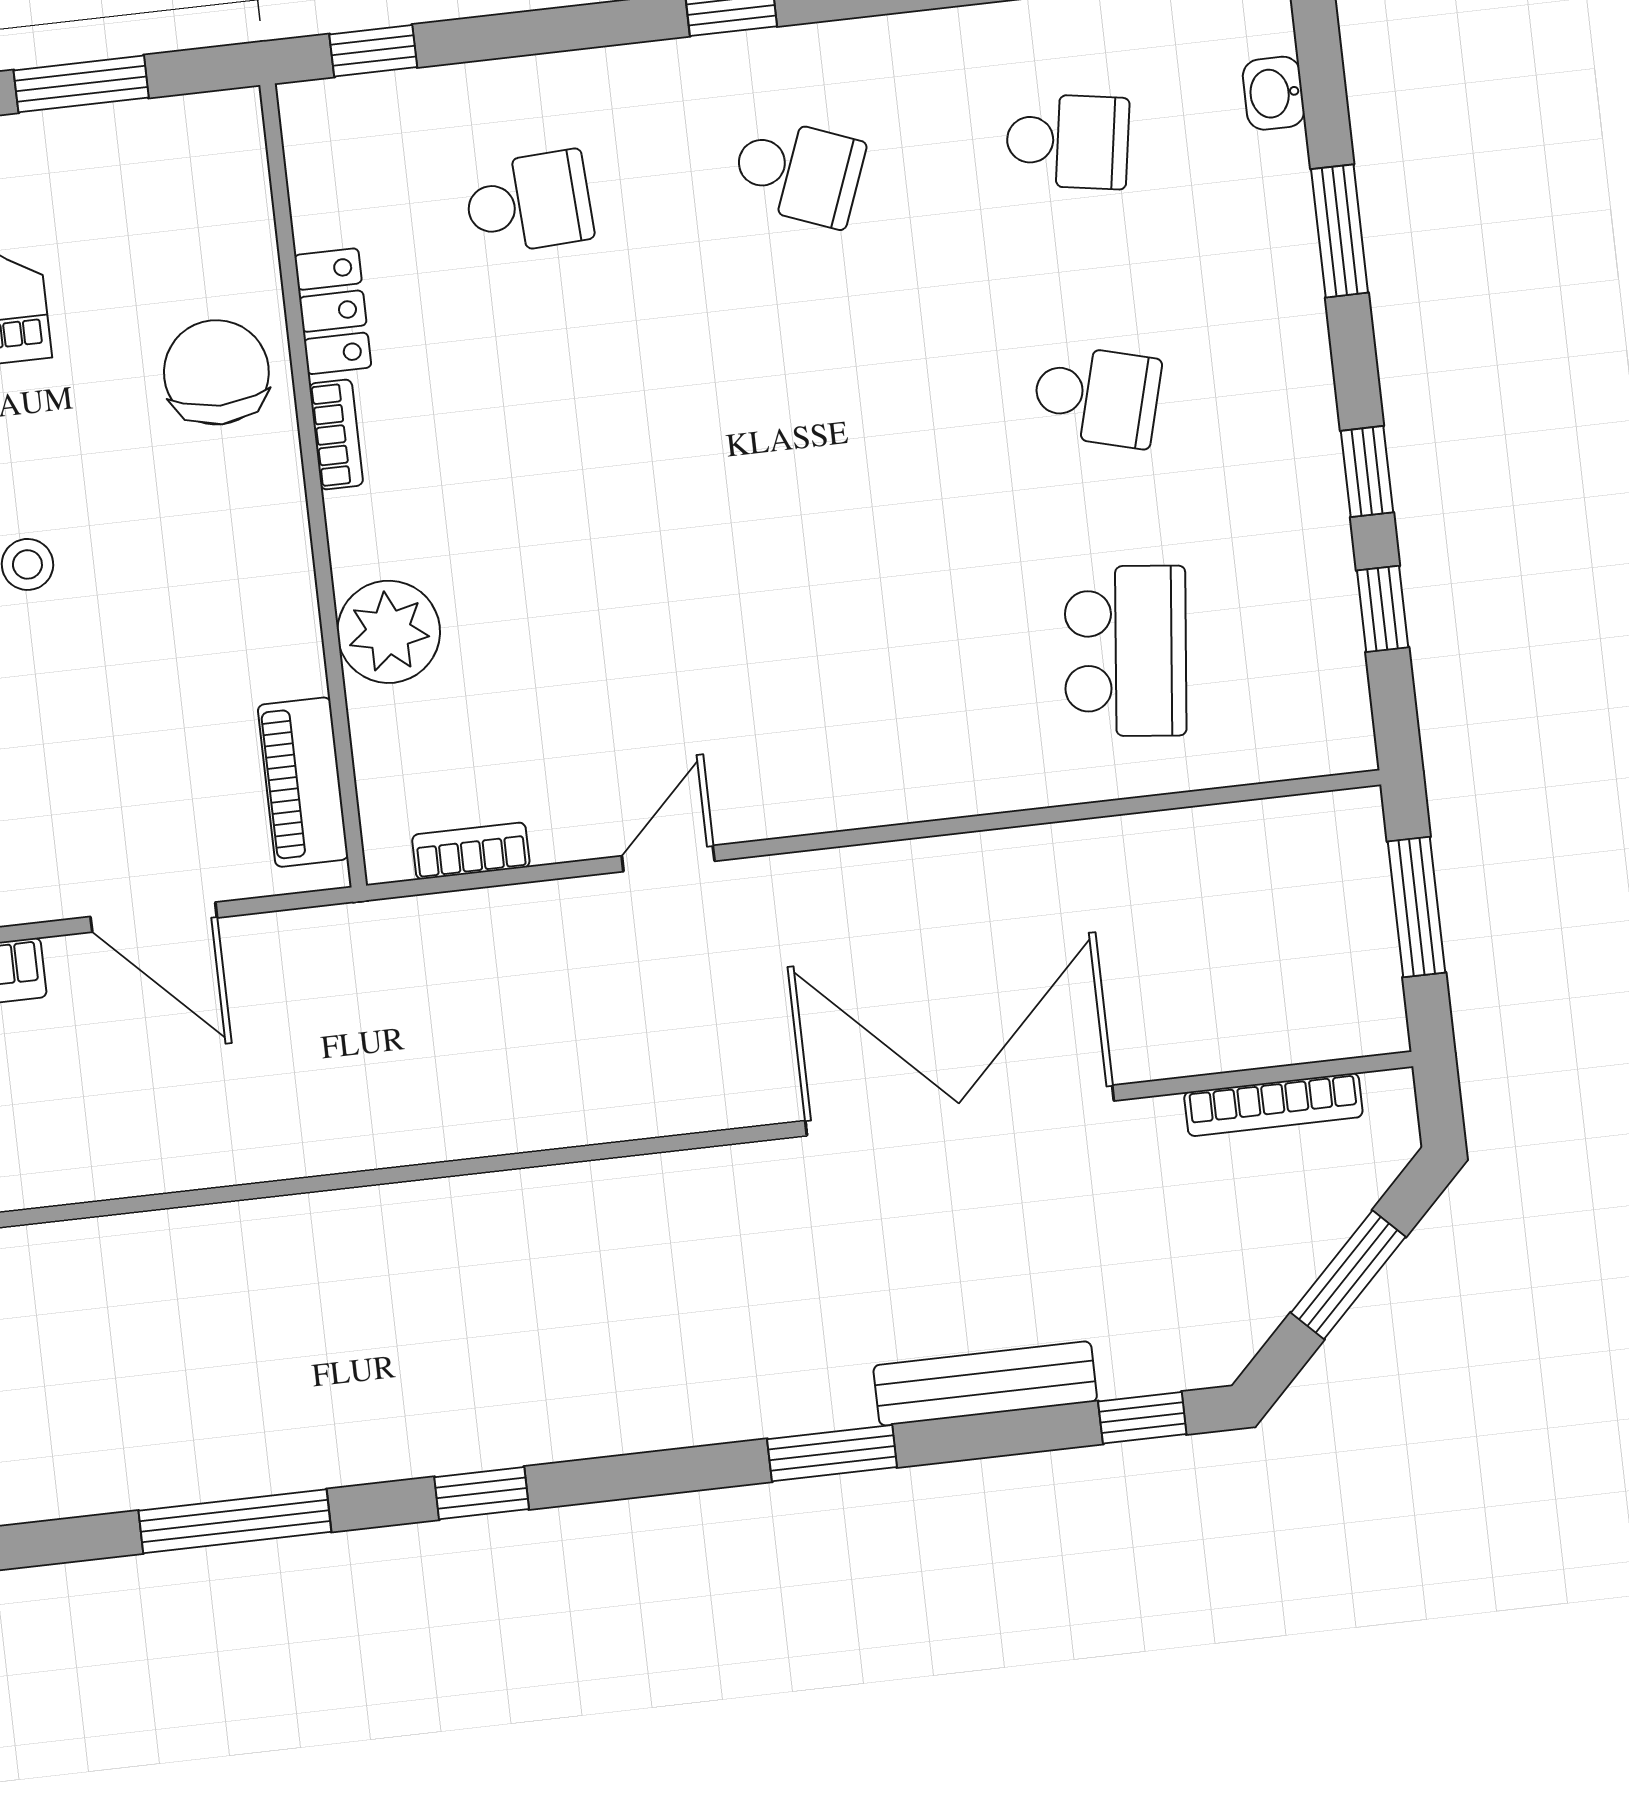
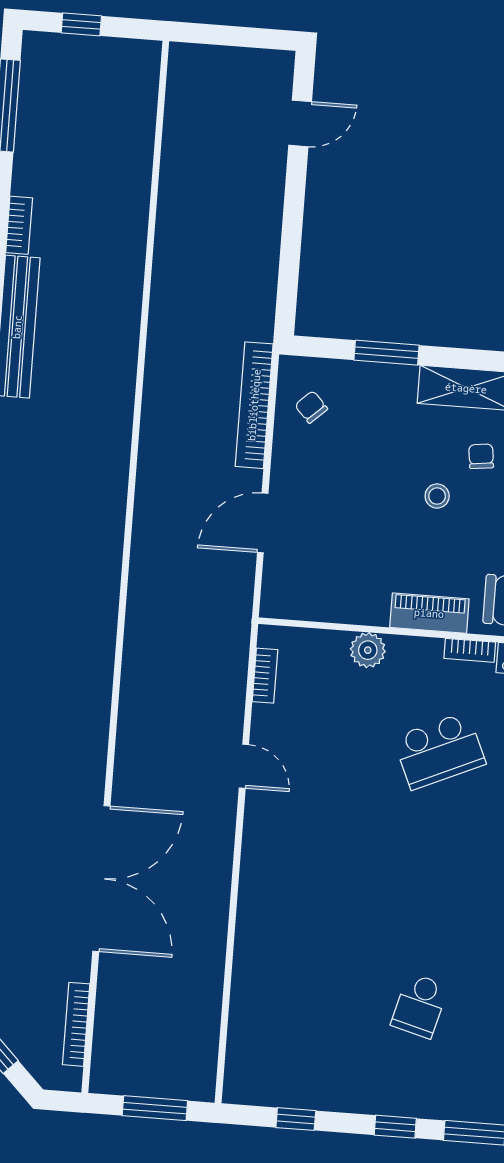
window: (1367, 472) -> (395, 1127), moved
plant: (389, 632) -> (368, 650), width x0.73, depth x0.73
school desk: (1126, 651) -> (439, 751), moved, turned -30
piano: (303, 782) -> (429, 613), moved

